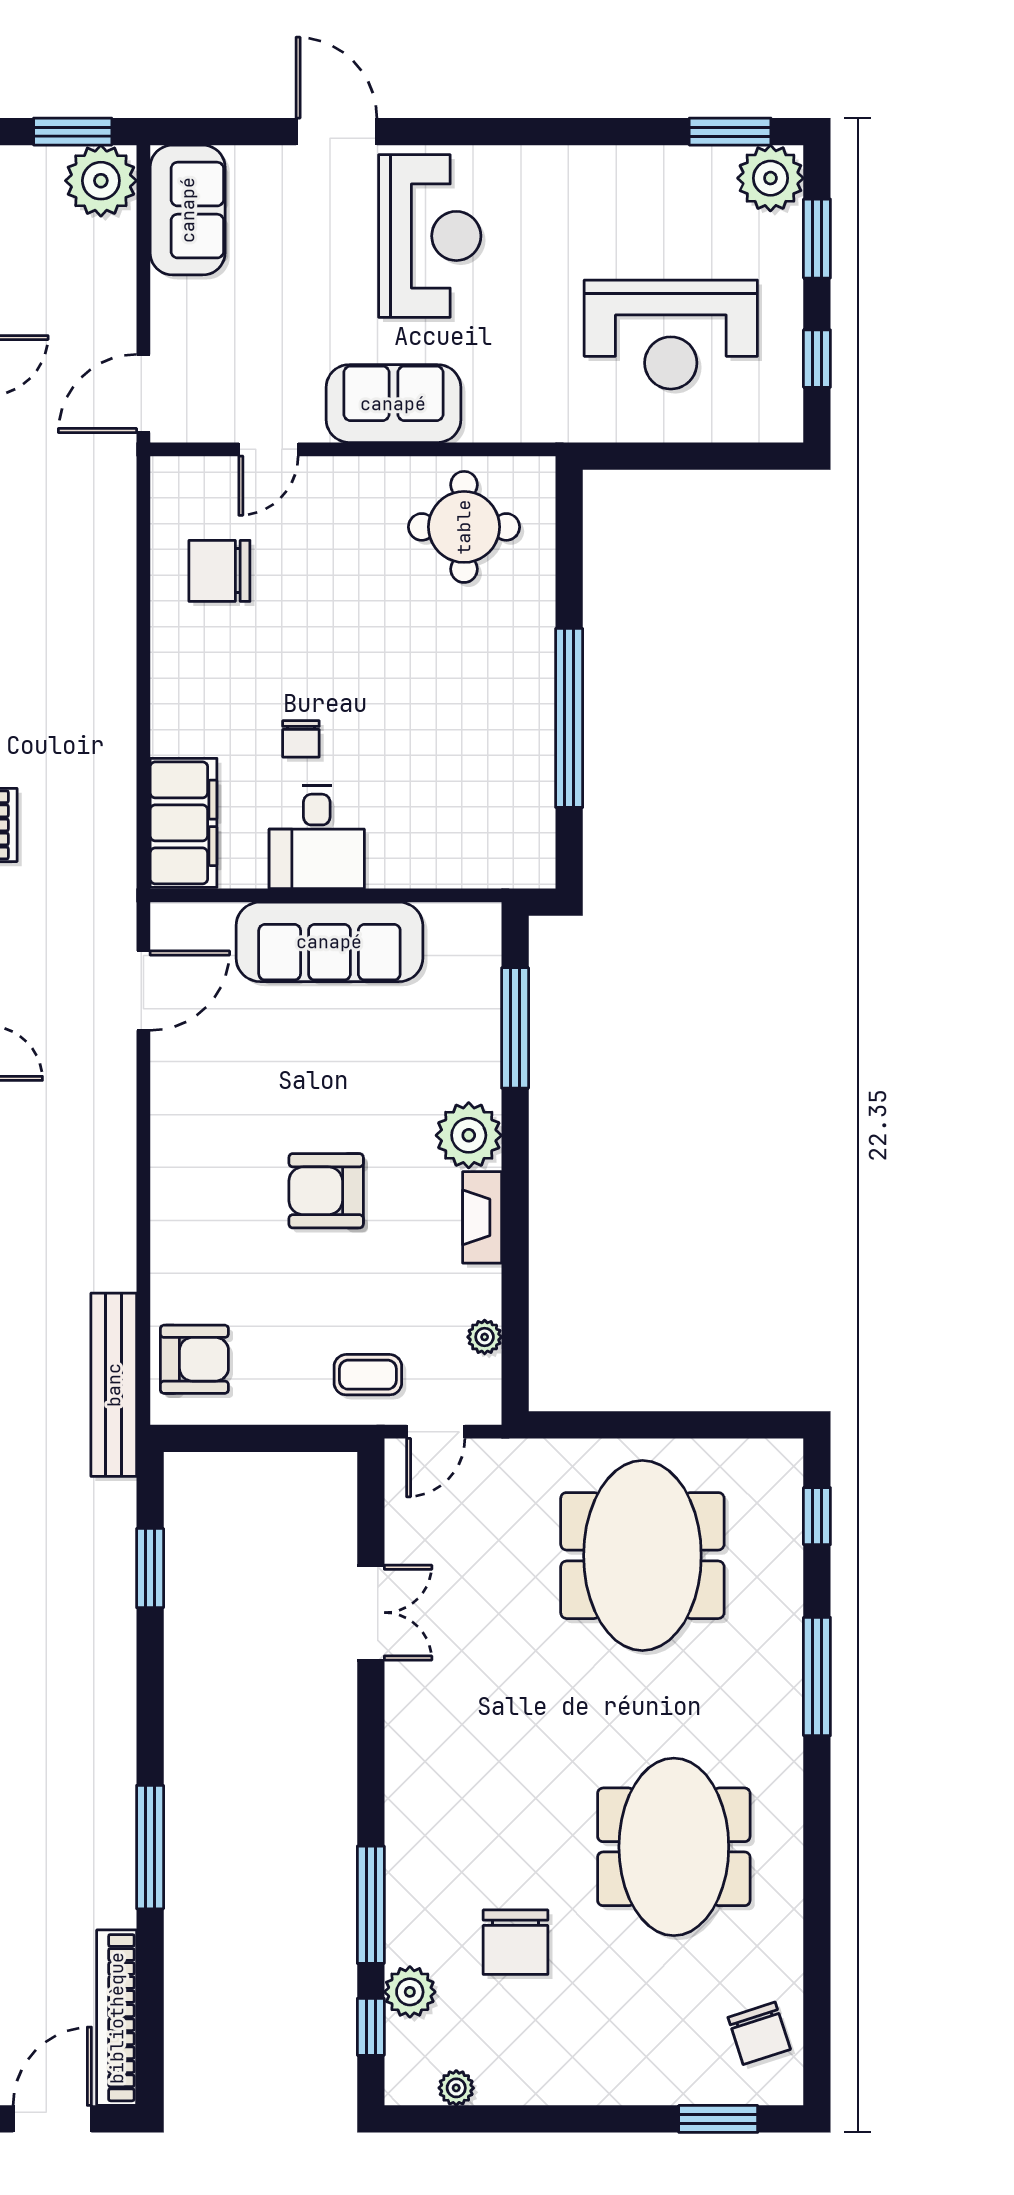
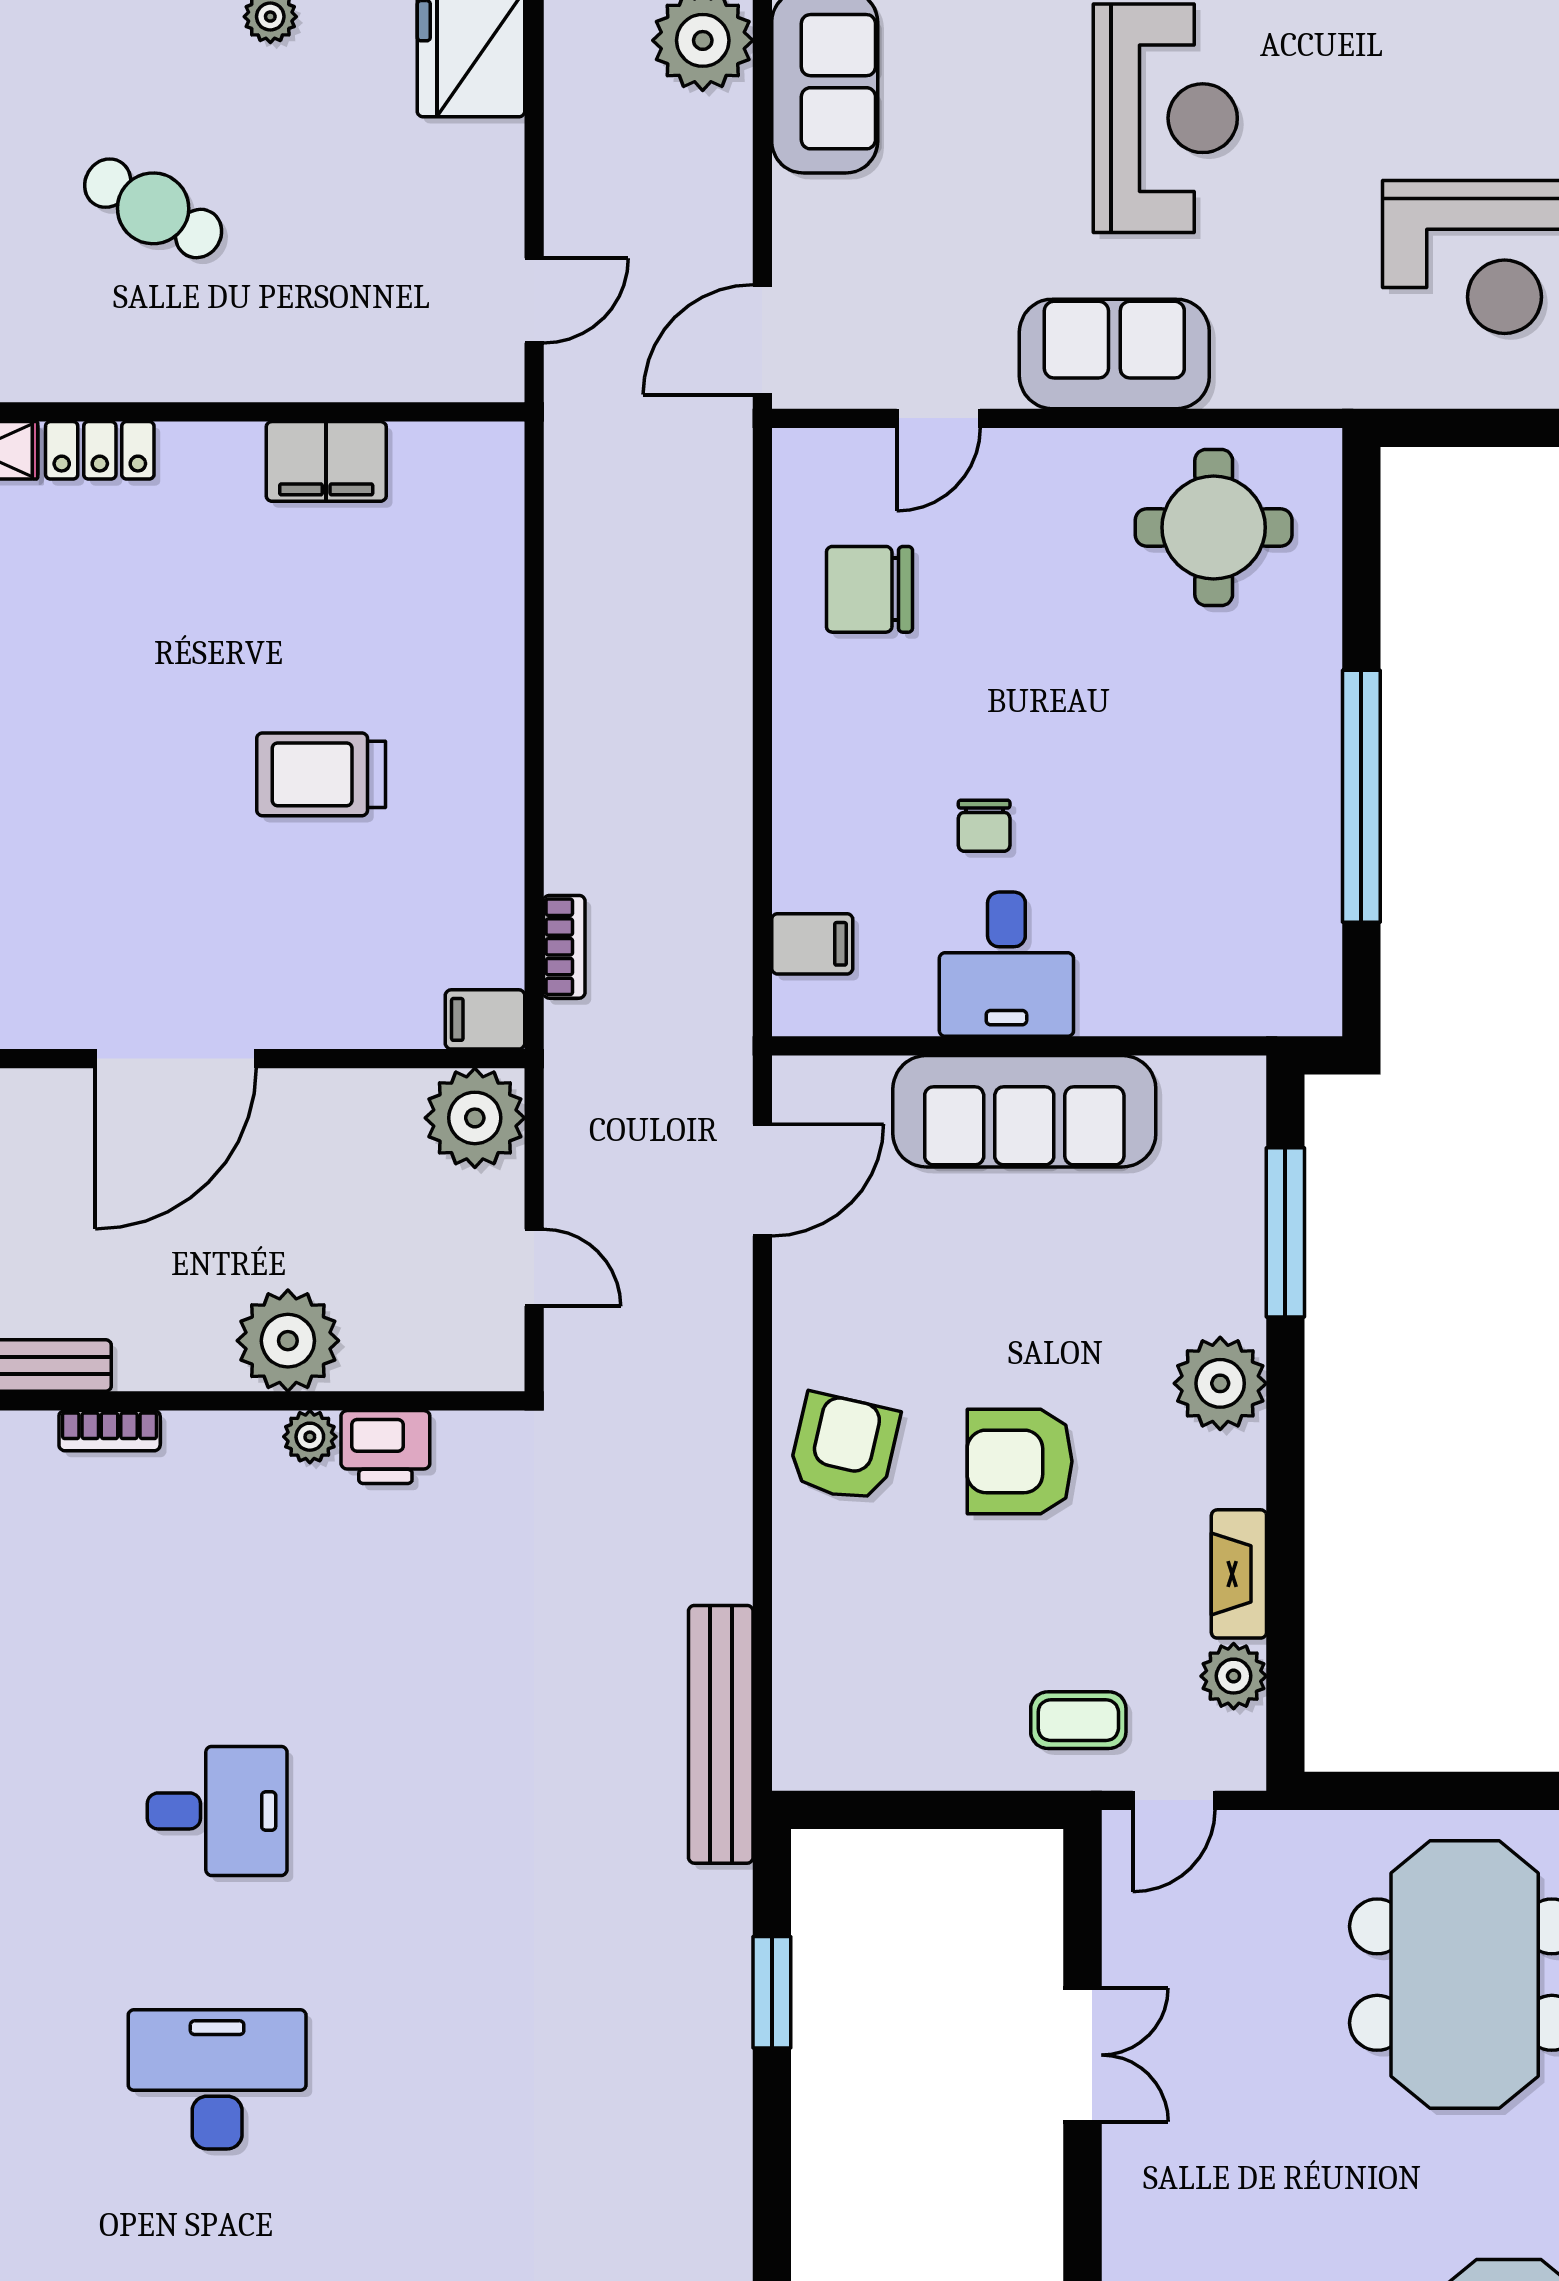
filing cabinet: (183, 823) -> (812, 944), width x0.33, depth x0.86
fireplace: (482, 1217) -> (1239, 1574), moved
plant: (485, 1337) -> (1234, 1676), width x1.38, depth x1.38
armchair: (194, 1359) -> (844, 1448), moved, turned -77

